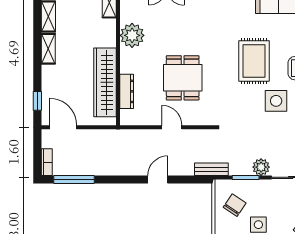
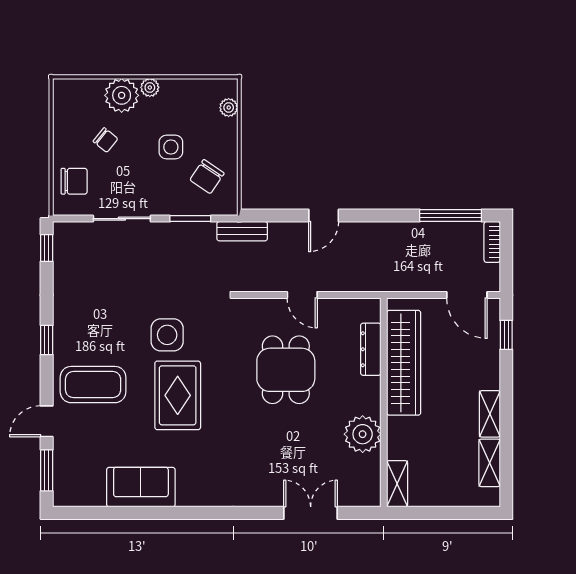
side table: (276, 101) -> (167, 335), moved
plant: (261, 167) -> (167, 234), removed

